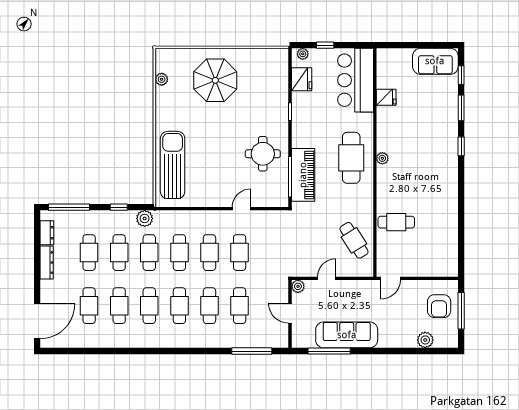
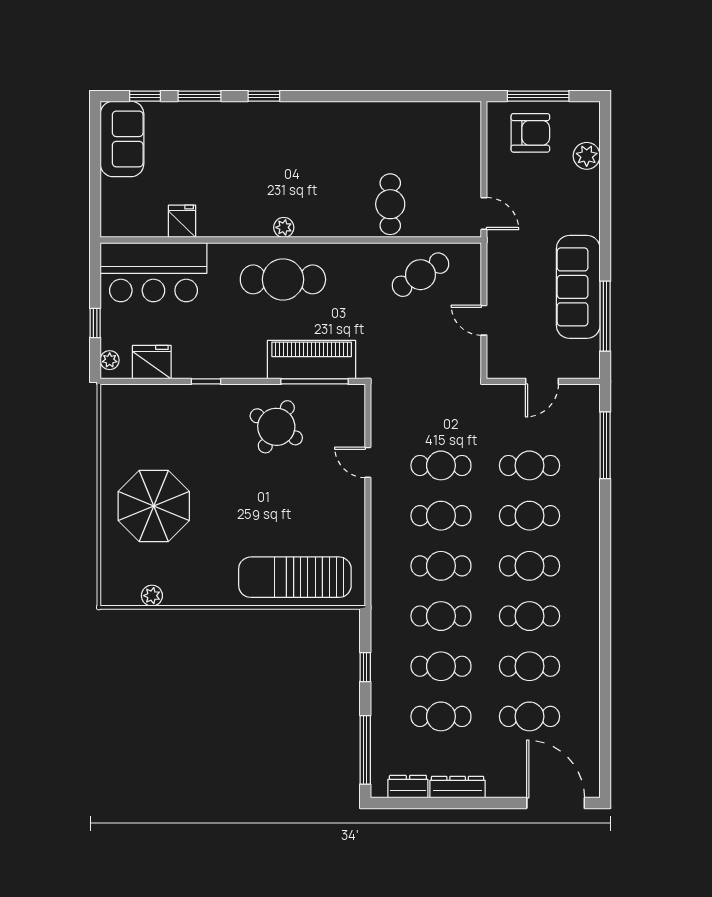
round table: (263, 154) -> (276, 427), turned 30
plant: (145, 218) -> (384, 624), removed
plant: (298, 286) -> (497, 368), removed

